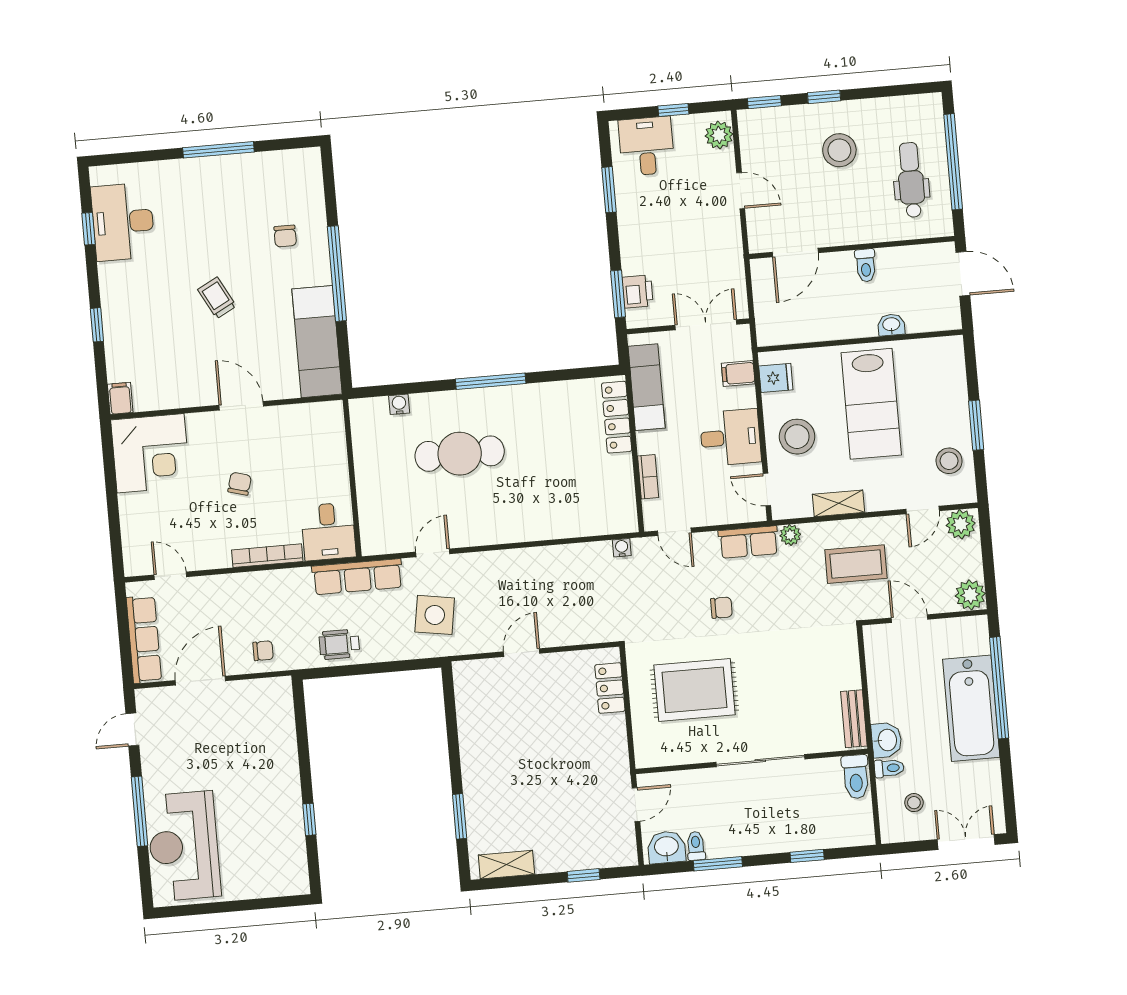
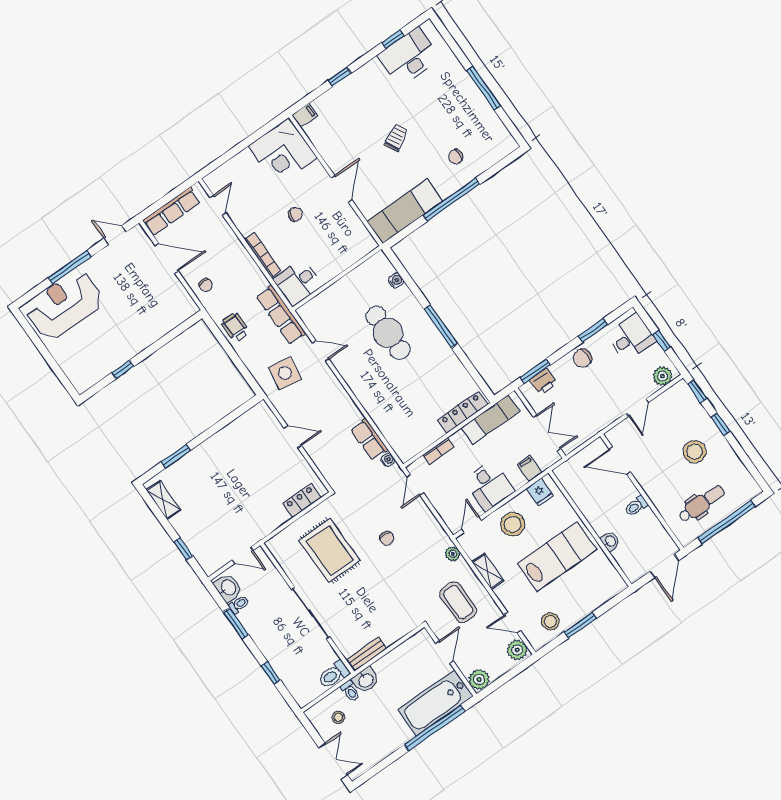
chair: (637, 224) -> (583, 358), added
lab bench: (871, 404) -> (557, 557), turned 180
row of seats: (749, 542) -> (369, 439), moved
bathtub: (971, 708) -> (435, 703), moved

